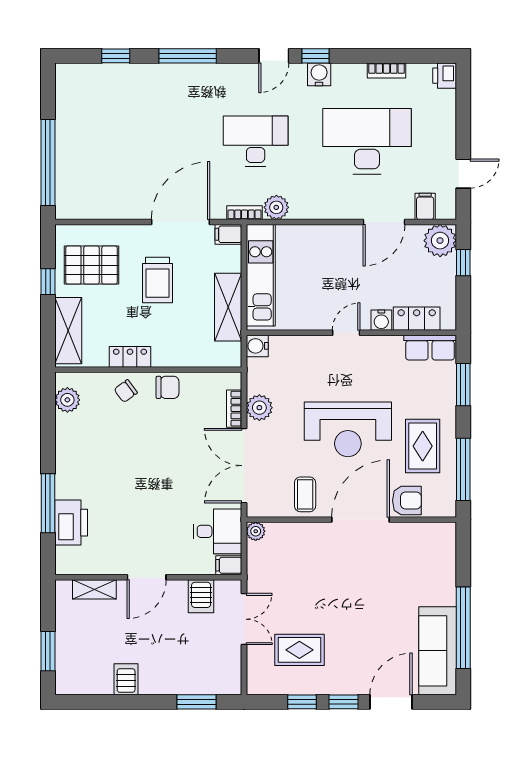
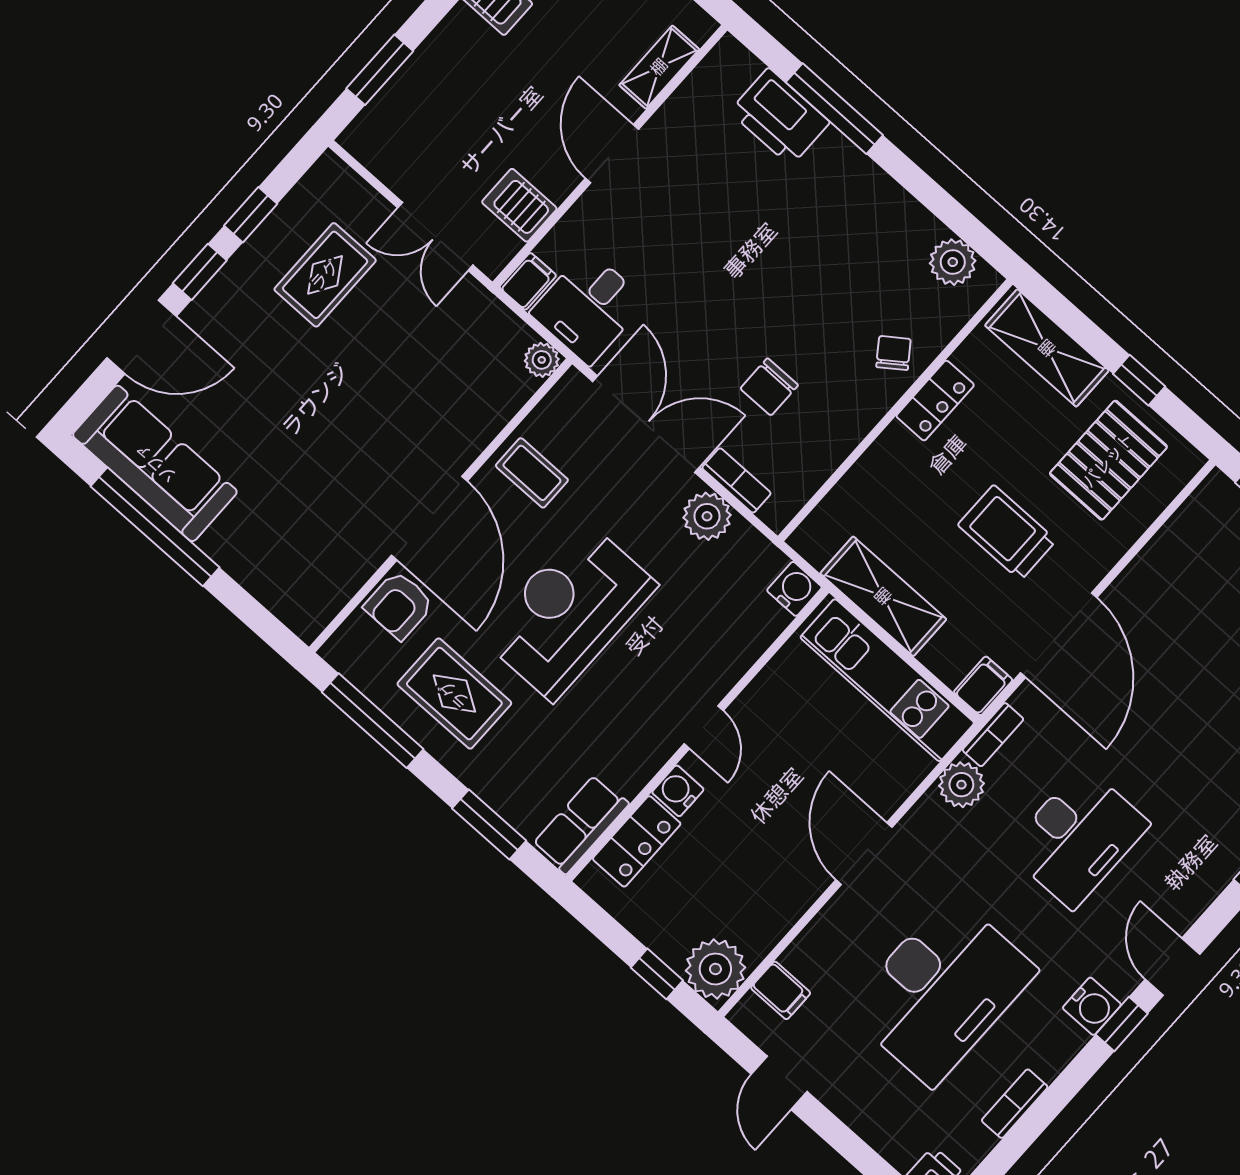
door: (384, 222) -> (864, 854), moved
chair: (168, 387) -> (769, 387), moved
door: (391, 702) -> (142, 337), hinge flipped

